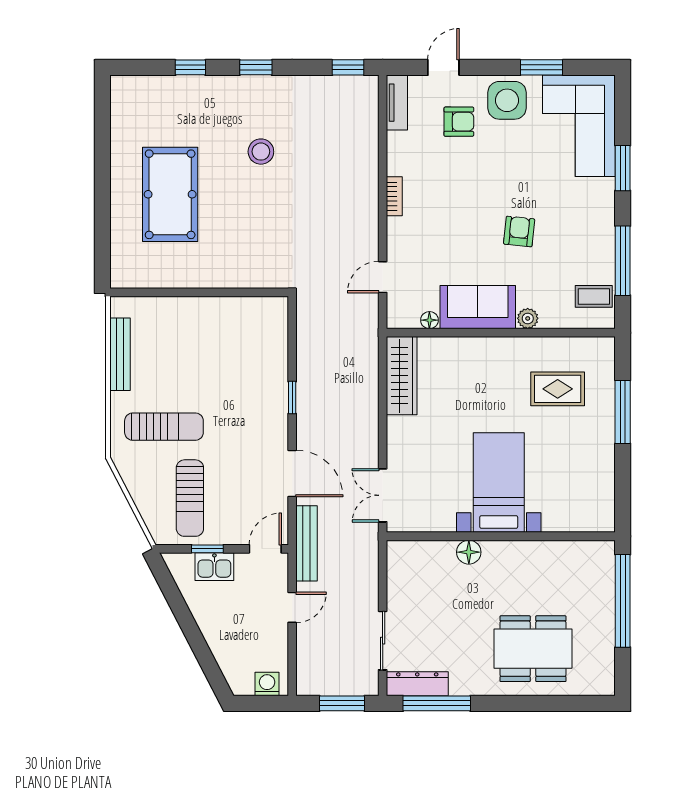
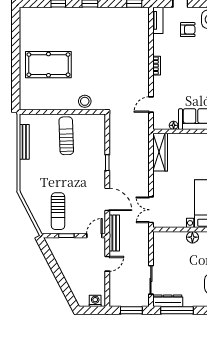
stool: (261, 152) -> (85, 101), moved
pool table: (170, 194) -> (48, 65), turned 90
sun lounger: (164, 427) -> (66, 136), moved, turned -92
kitchen sink: (214, 567) -> (70, 244), removed

